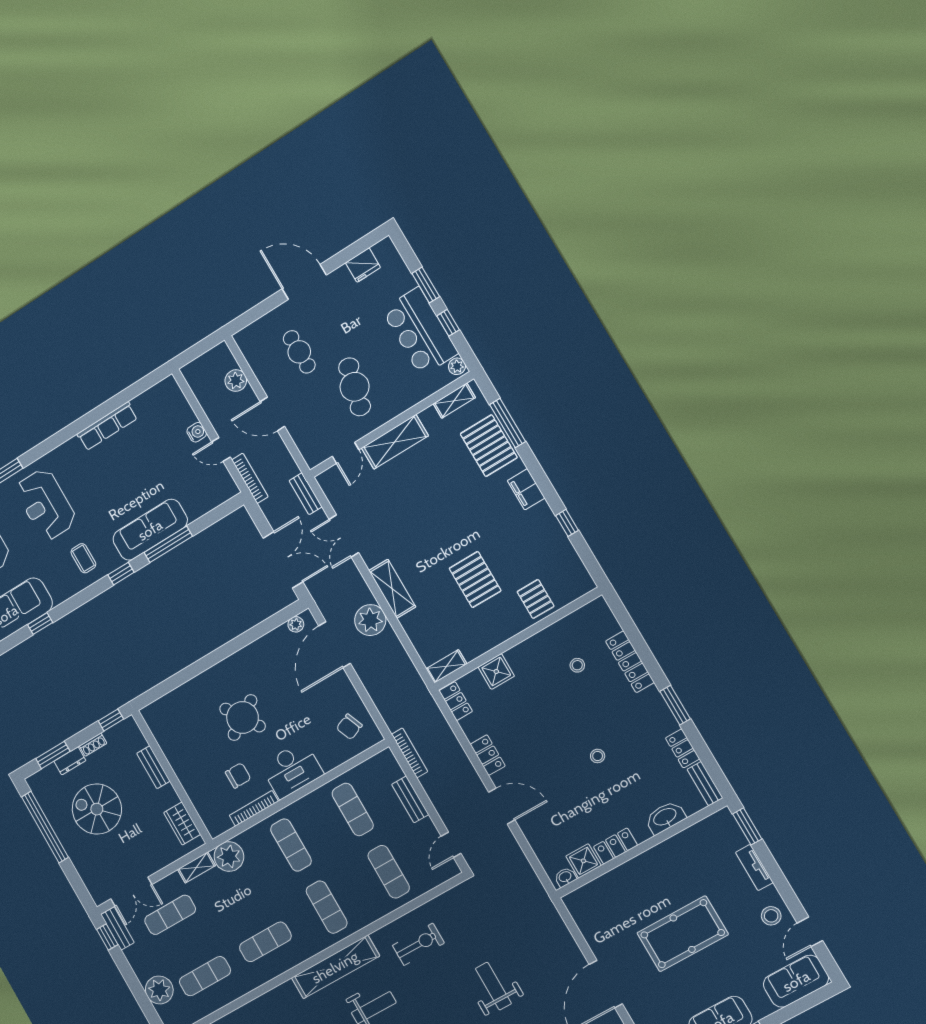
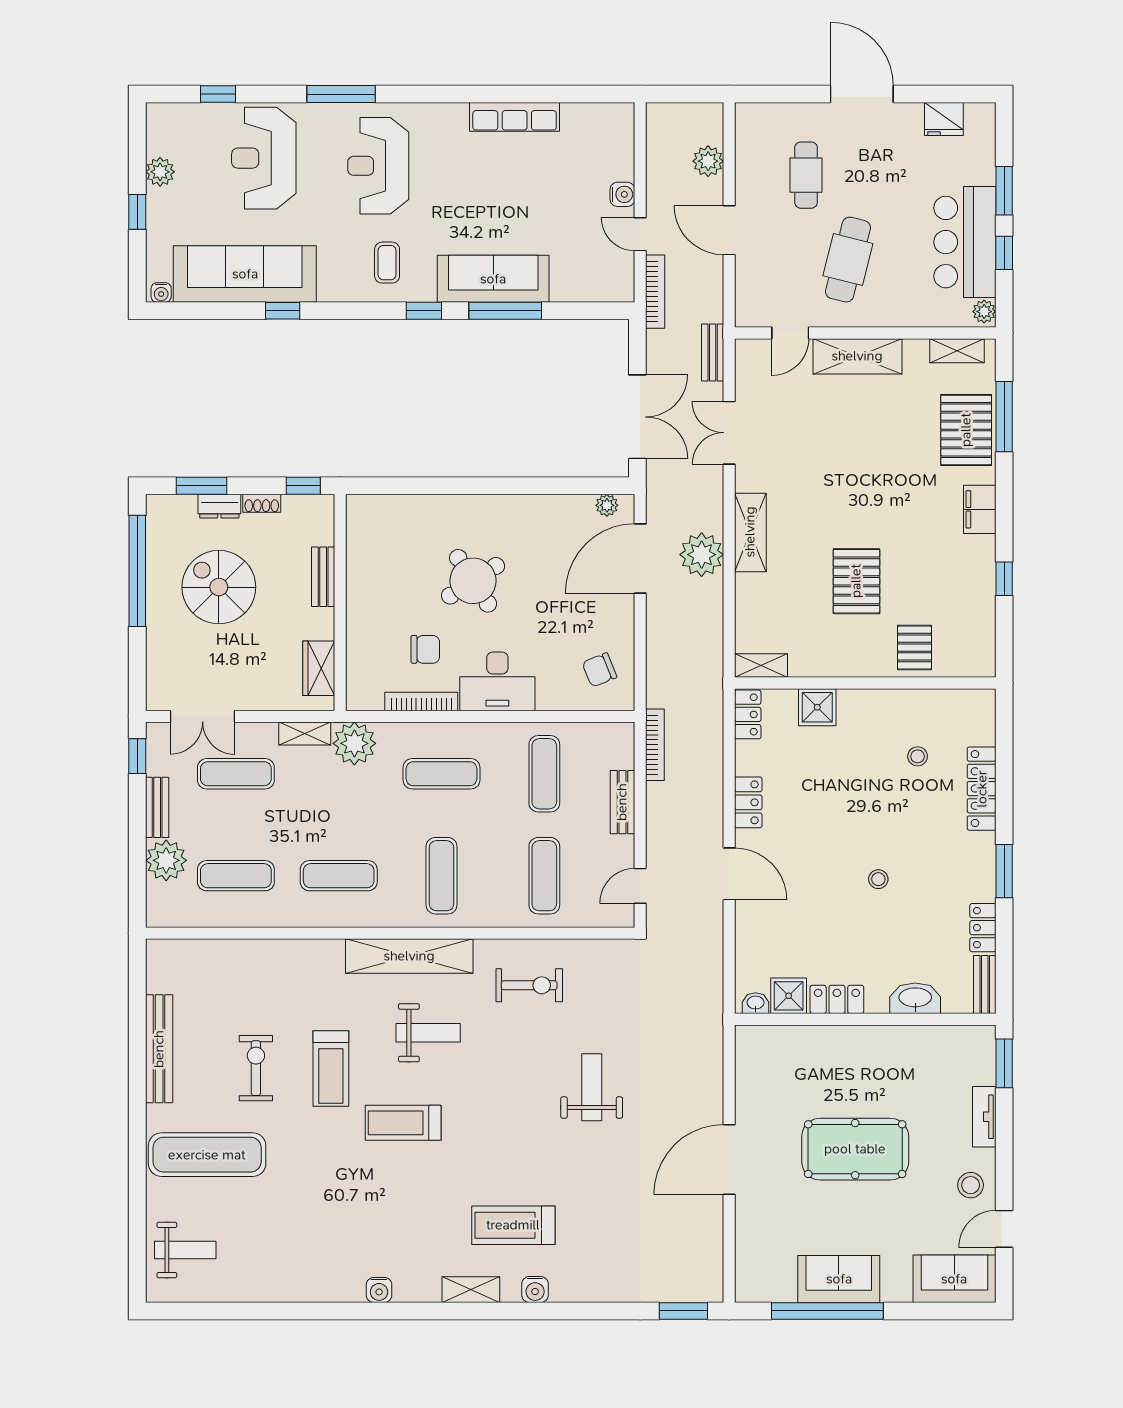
exercise mat: (291, 845) -> (442, 774), turned 90
bench: (117, 928) -> (157, 807), moved

